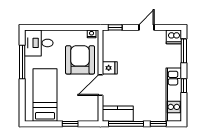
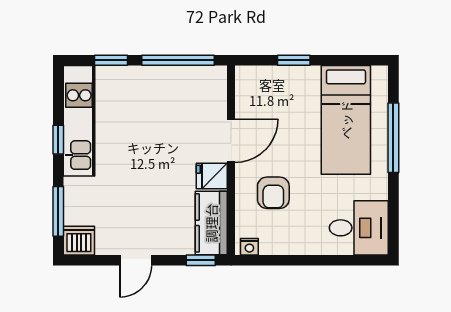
armchair: (80, 60) -> (273, 193), width x0.53, depth x0.53
window: (22, 62) -> (393, 138), moved
kitchen counter: (118, 114) -> (211, 223), moved, turned 90

